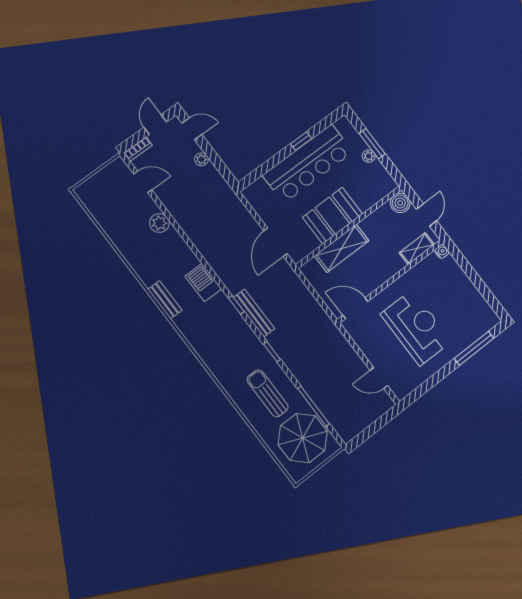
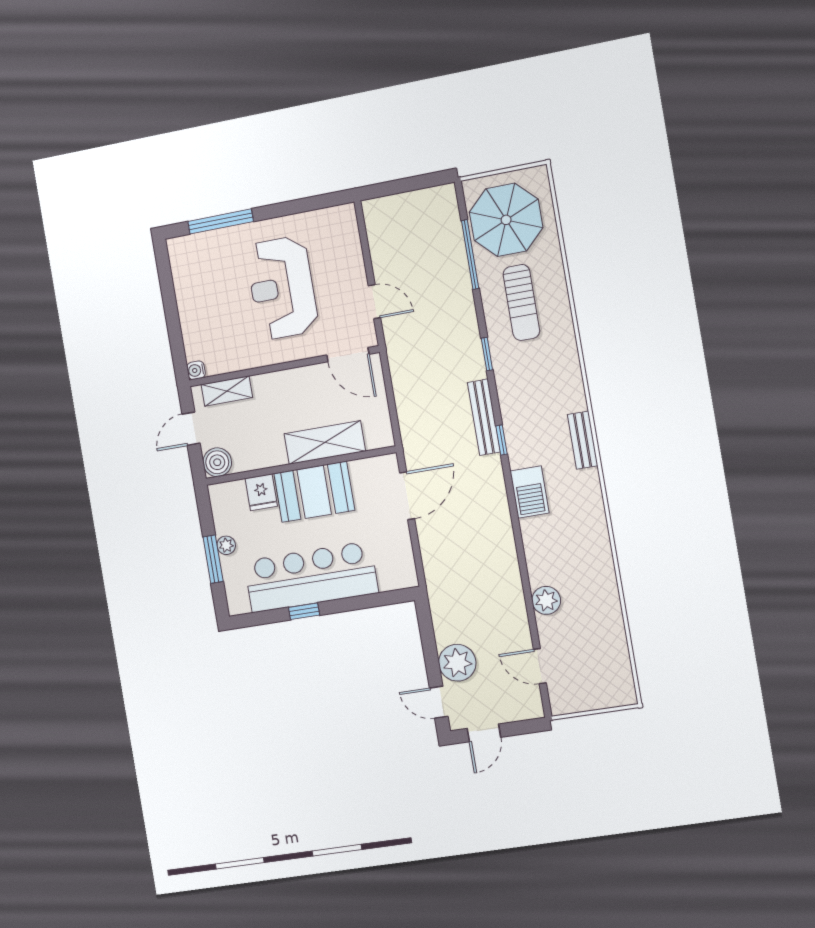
bookcase: (138, 149) -> (524, 712), removed
plant: (201, 159) -> (457, 663), width x1.88, depth x1.88
fridge: (364, 199) -> (261, 492), added
bench: (165, 300) -> (583, 440), moved
door: (379, 378) -> (374, 302), moved

